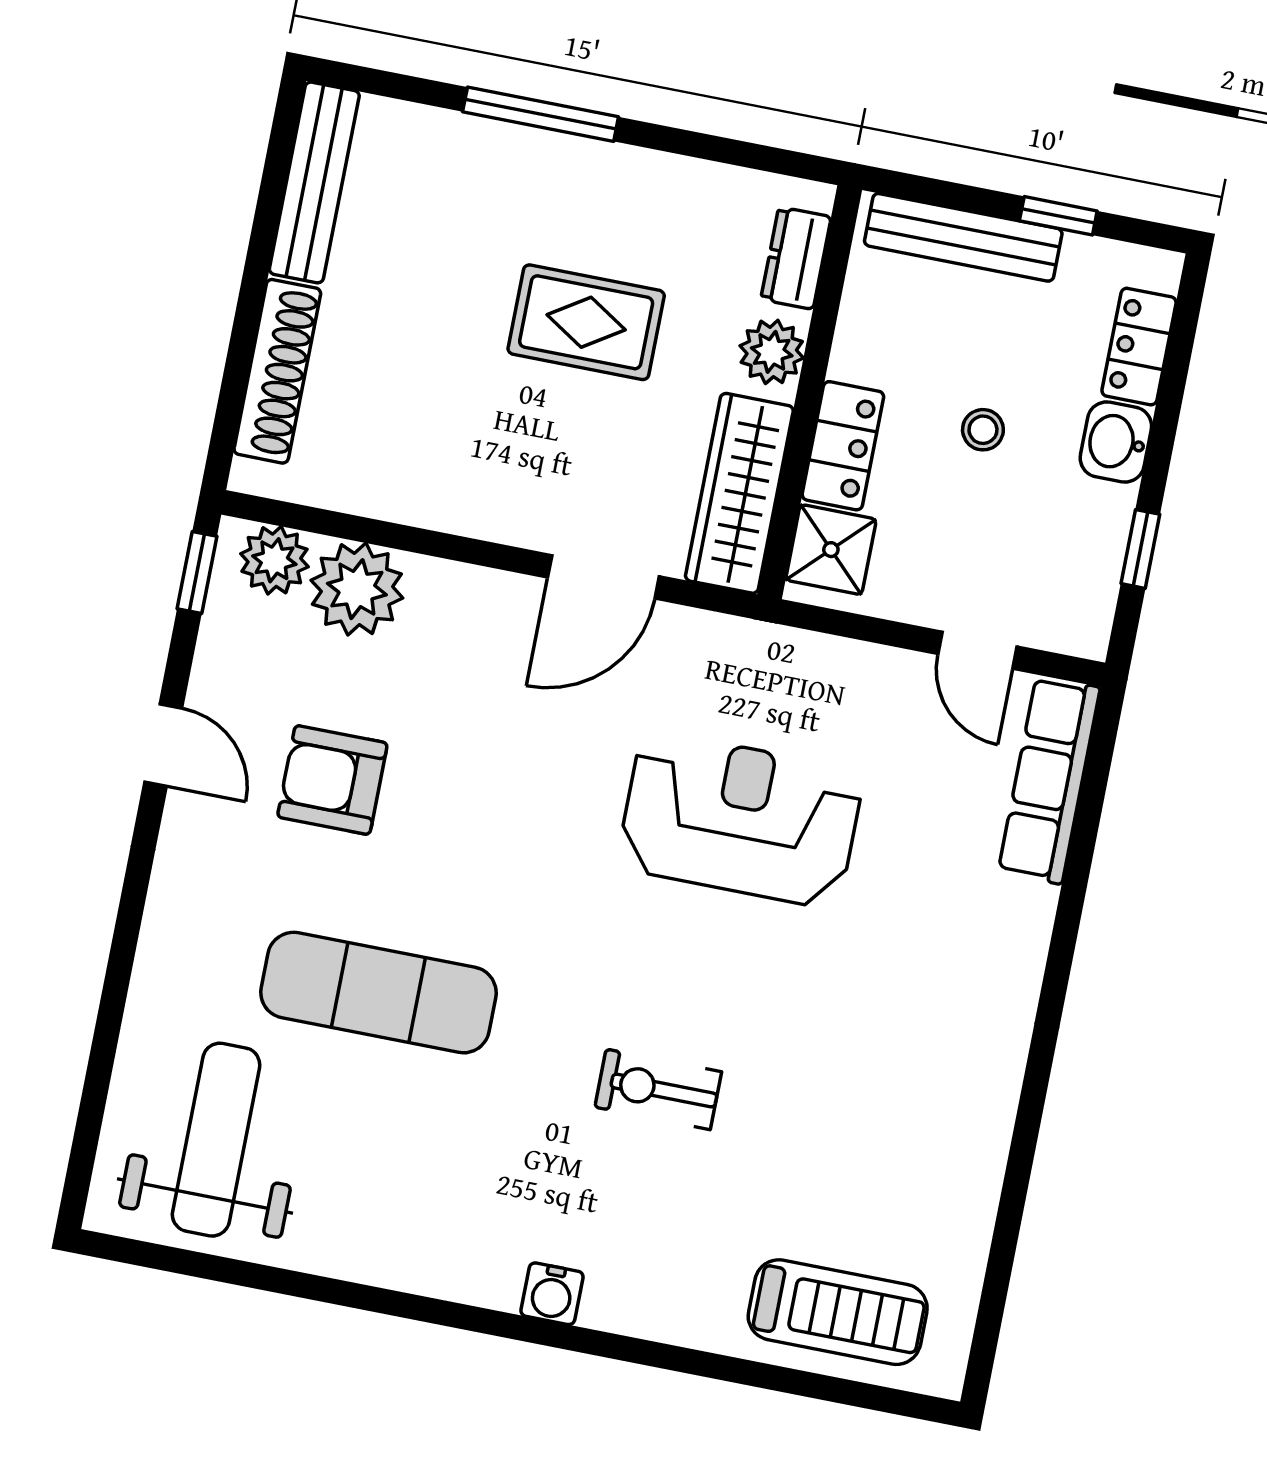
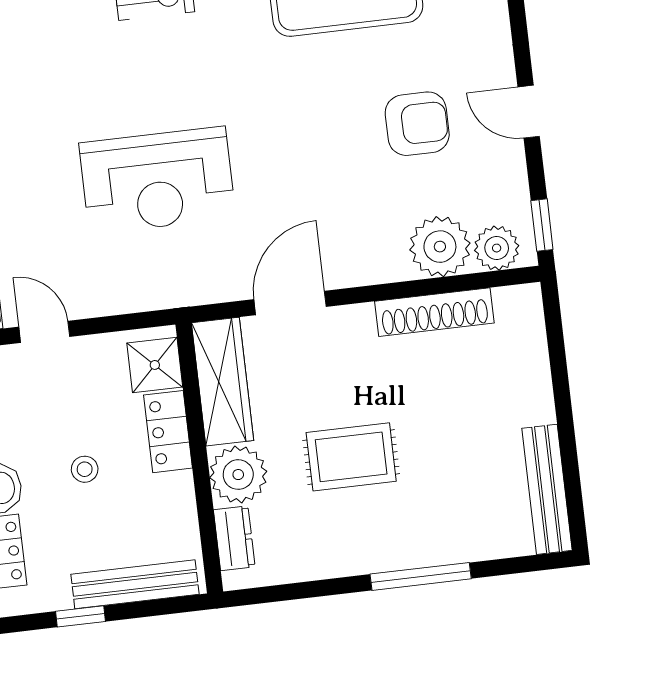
plant: (772, 352) -> (238, 475), width x1.36, depth x1.36
shoe rack: (277, 371) -> (434, 312), moved, turned -90

